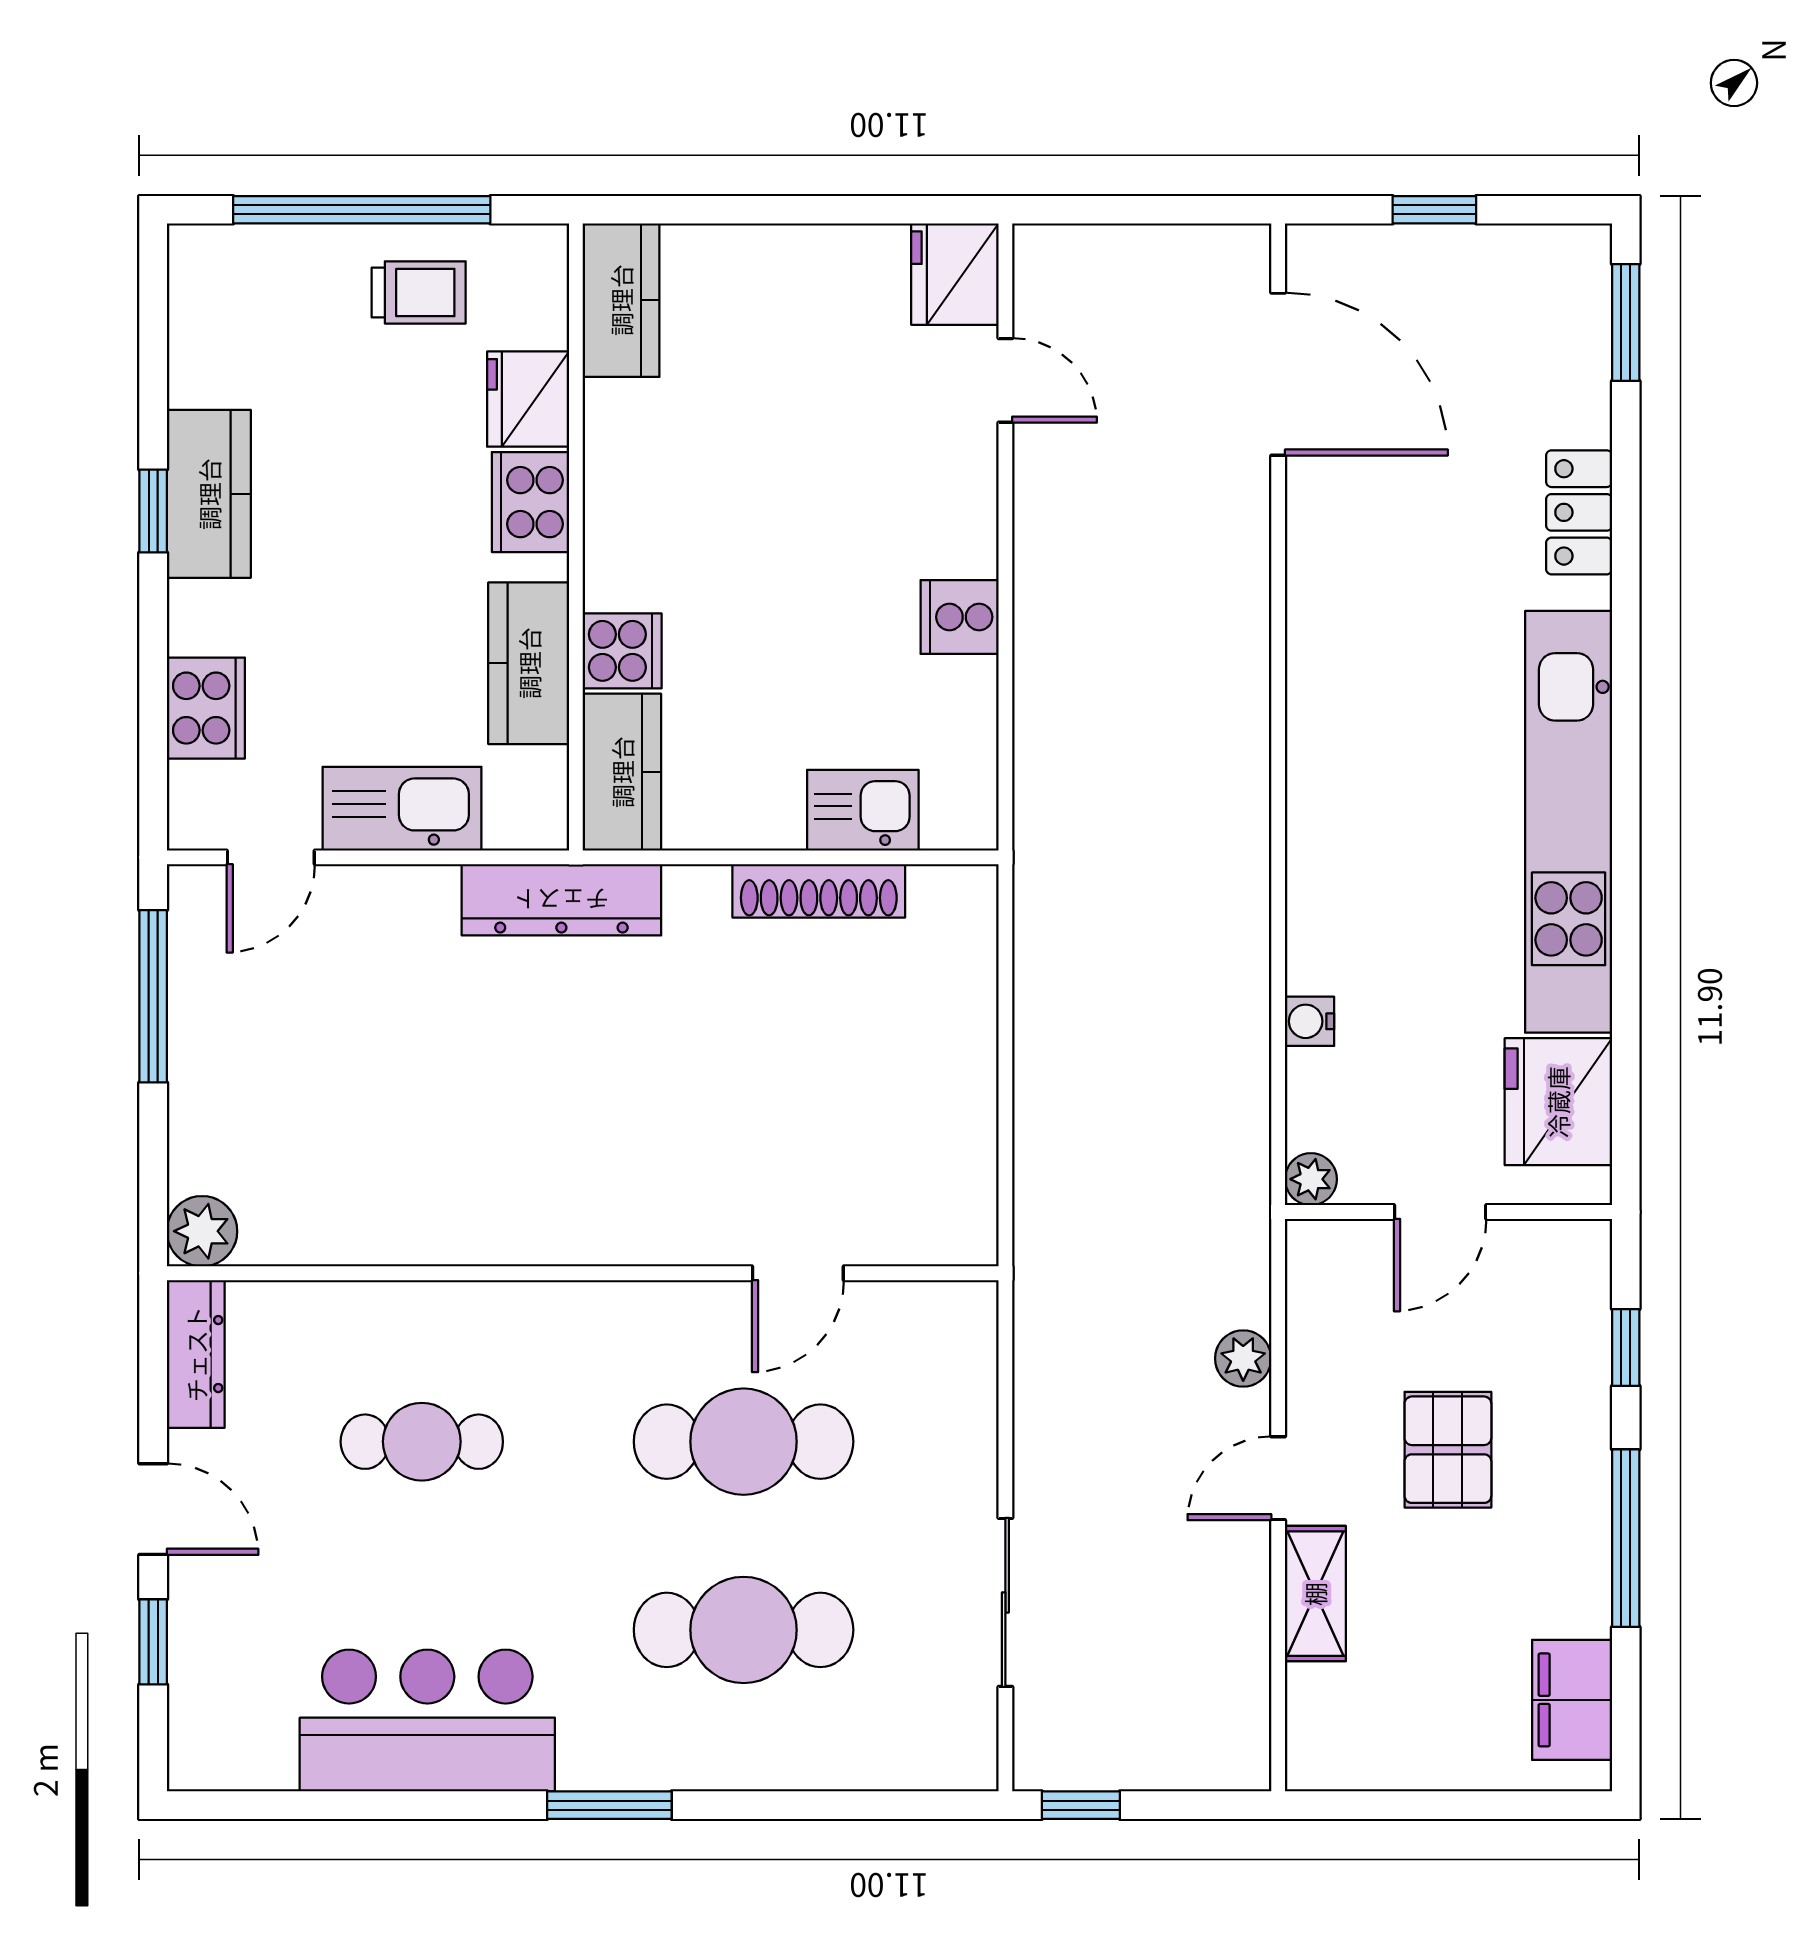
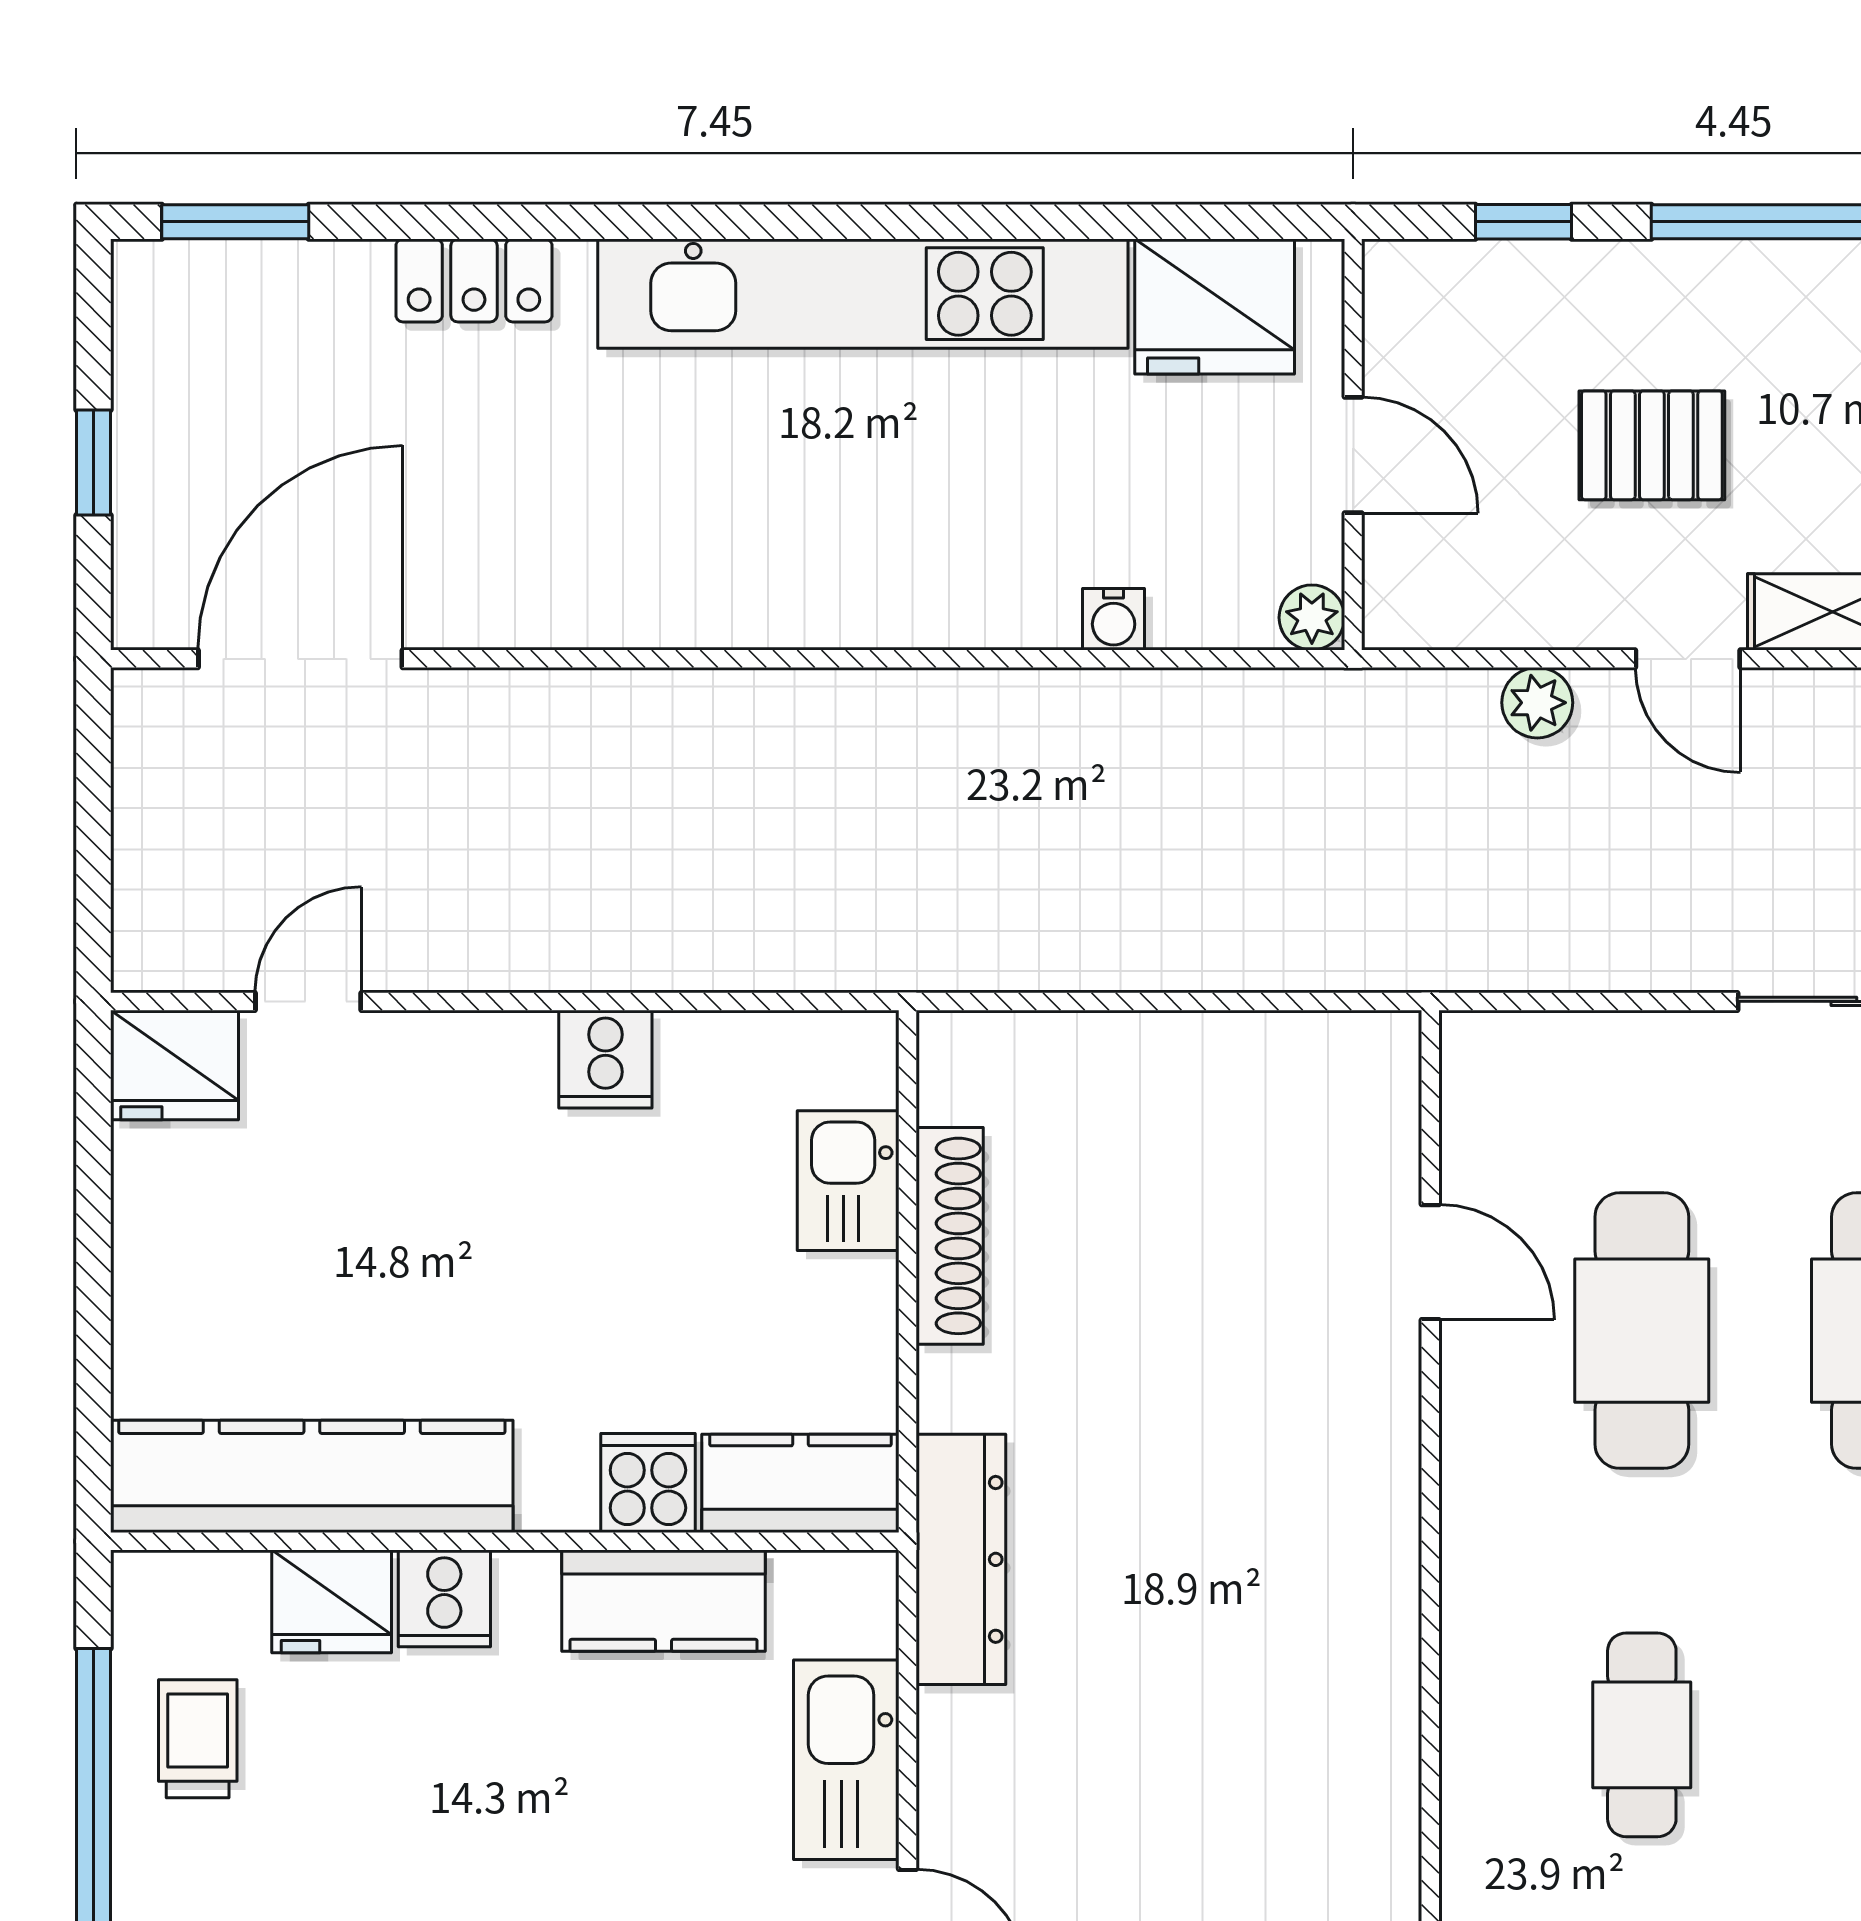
kitchen counter: (621, 300) -> (312, 1476), width x2.08, depth x1.17
cooker: (530, 502) -> (444, 1598), width x0.73

